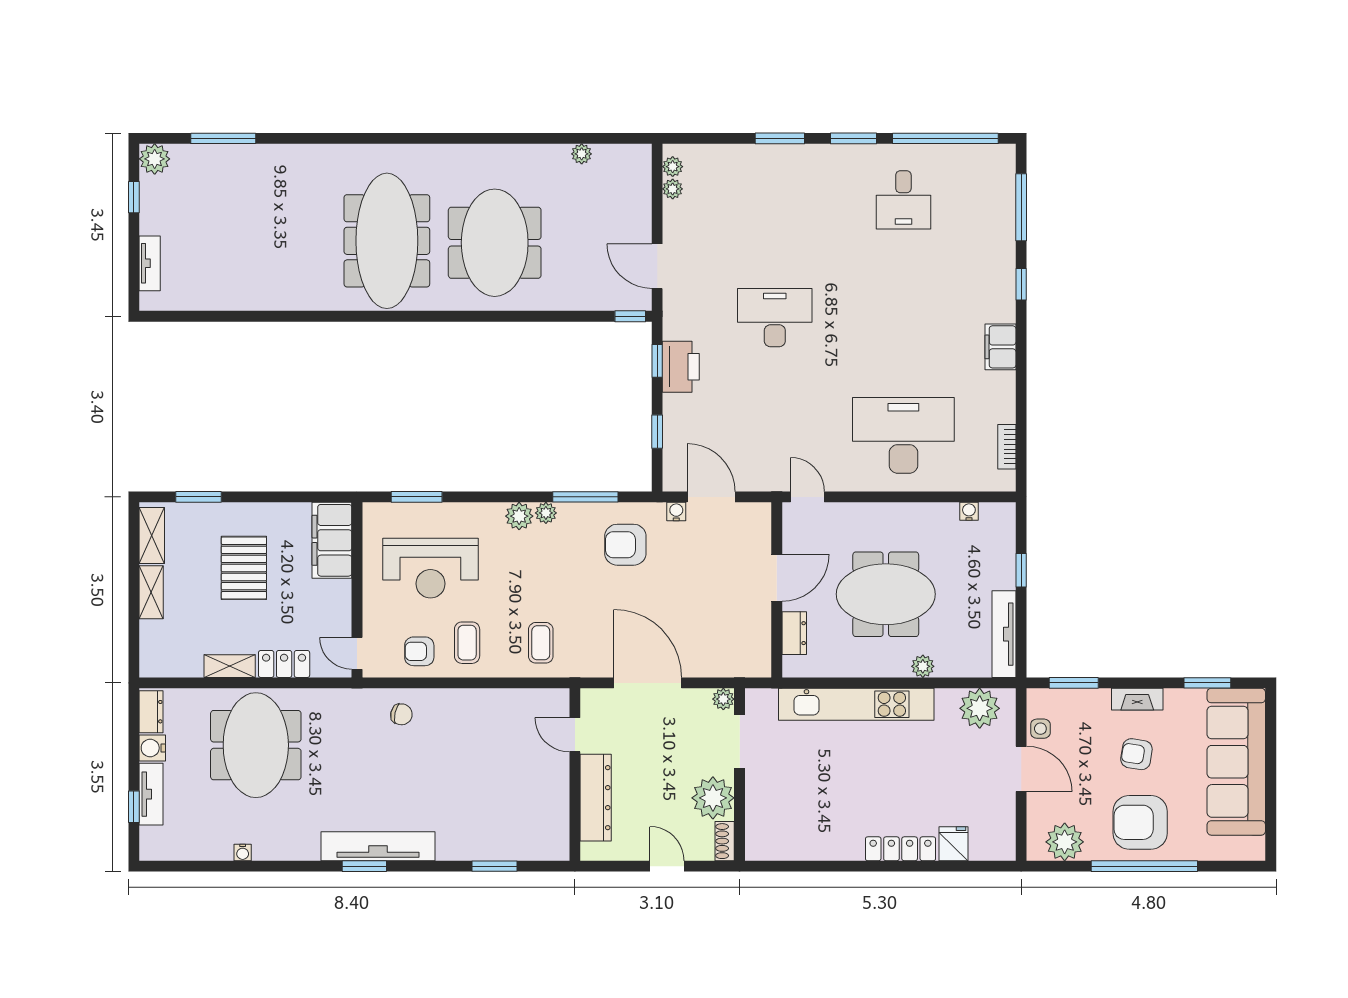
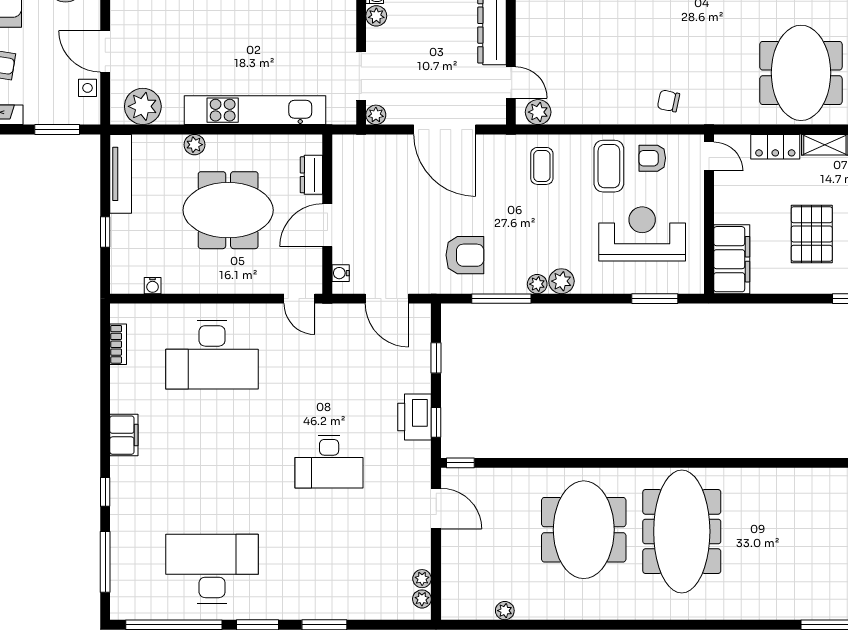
desk: (903, 200) -> (212, 569), width x1.87, depth x1.30
water cooler: (676, 512) -> (341, 273), moved, turned 90
coffee table: (467, 643) -> (609, 166), width x1.36, depth x1.30
armchair: (419, 651) -> (652, 158), turned 180
plant: (545, 702) -> (538, 112), added
plant: (713, 798) -> (376, 16), width x0.53, depth x0.53

